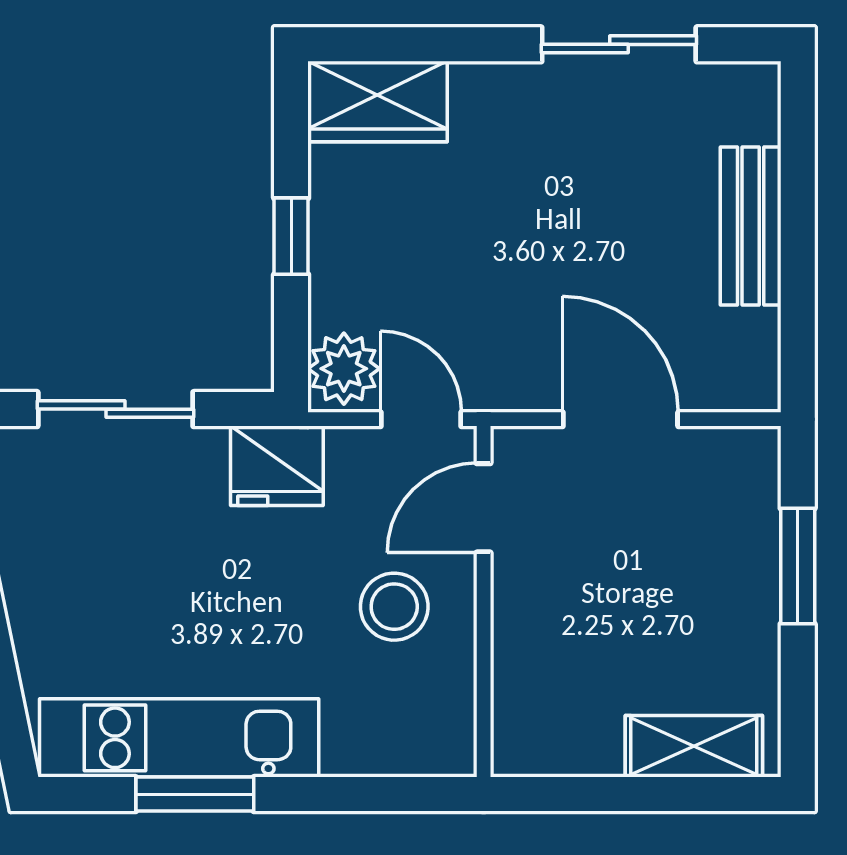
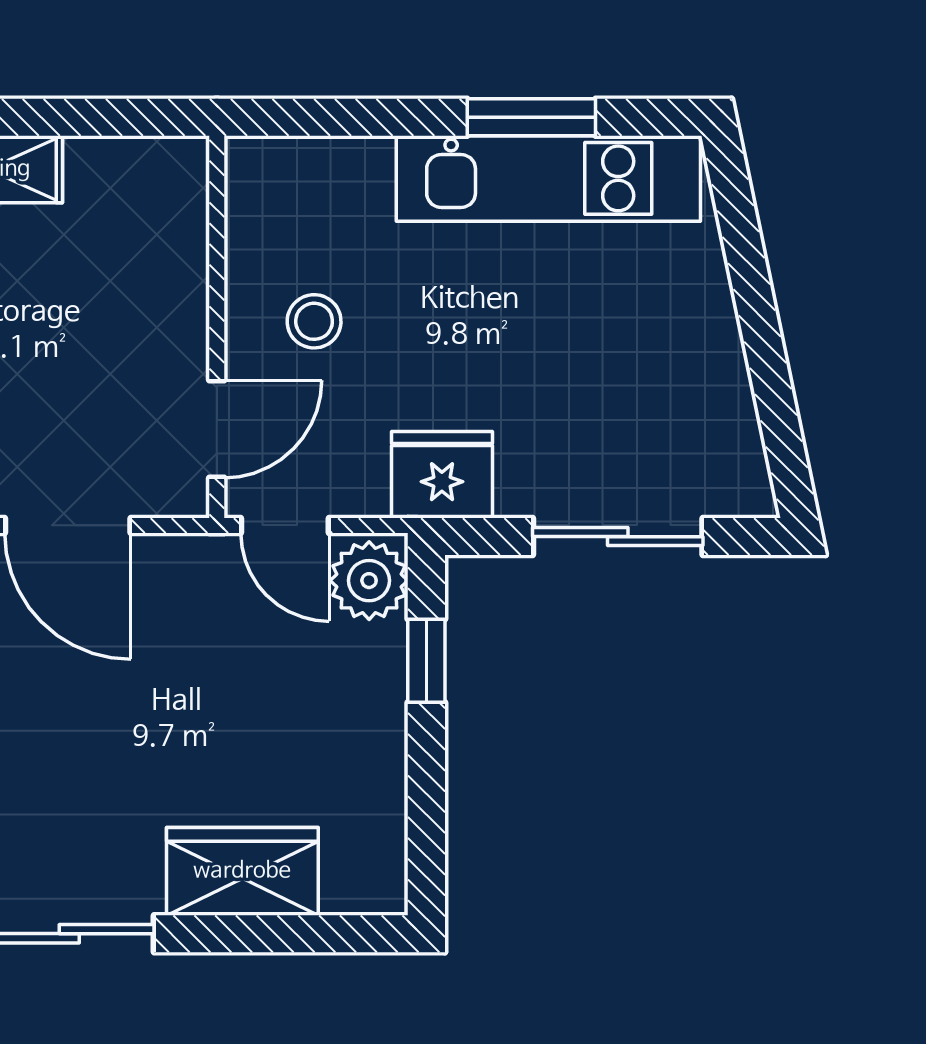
wardrobe: (378, 102) -> (242, 871), moved
window: (291, 236) -> (426, 661), moved
stool: (394, 607) -> (314, 321), width x0.73, depth x0.73

